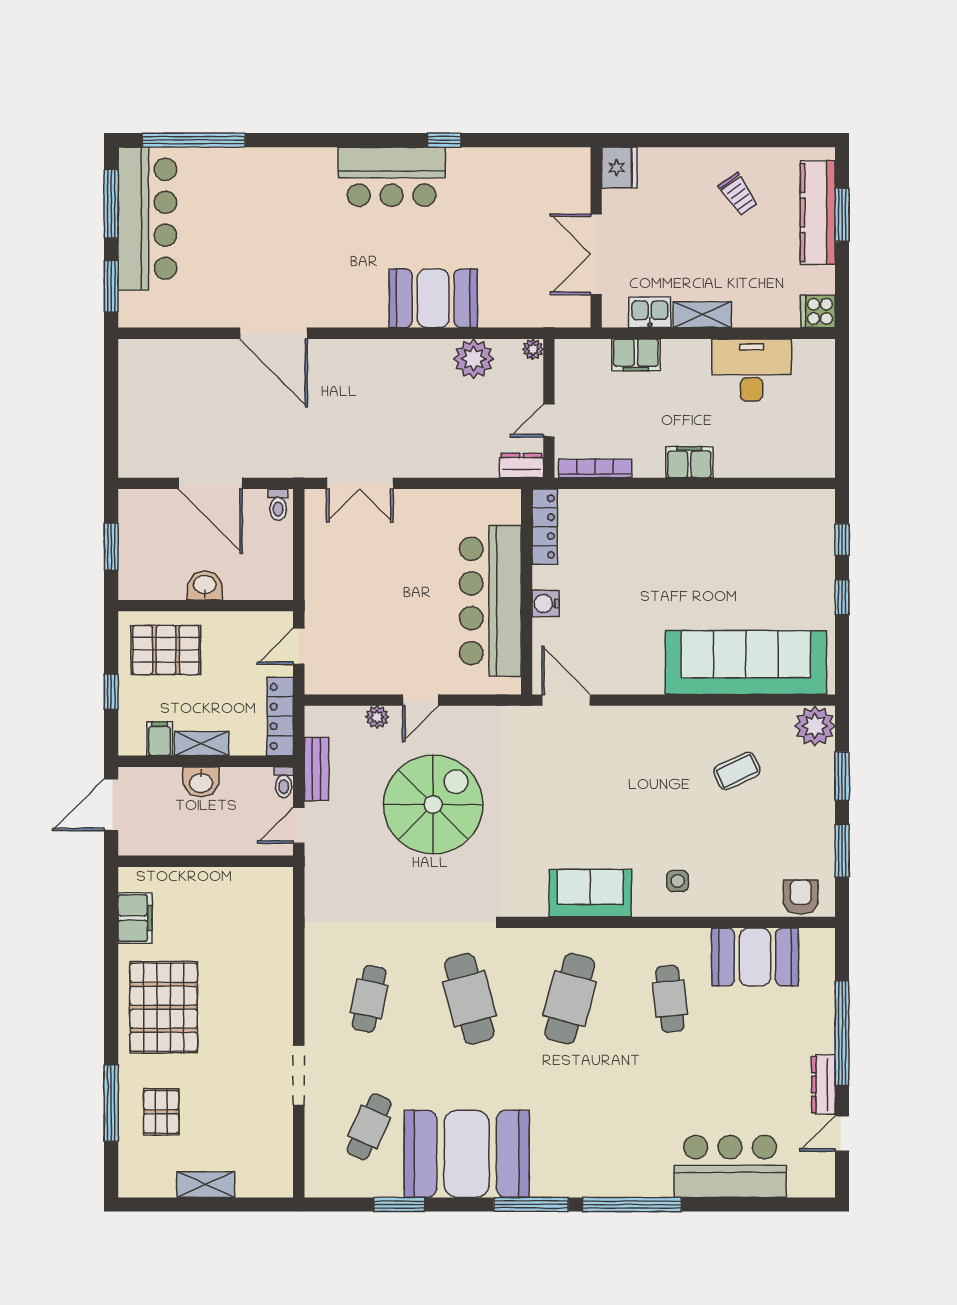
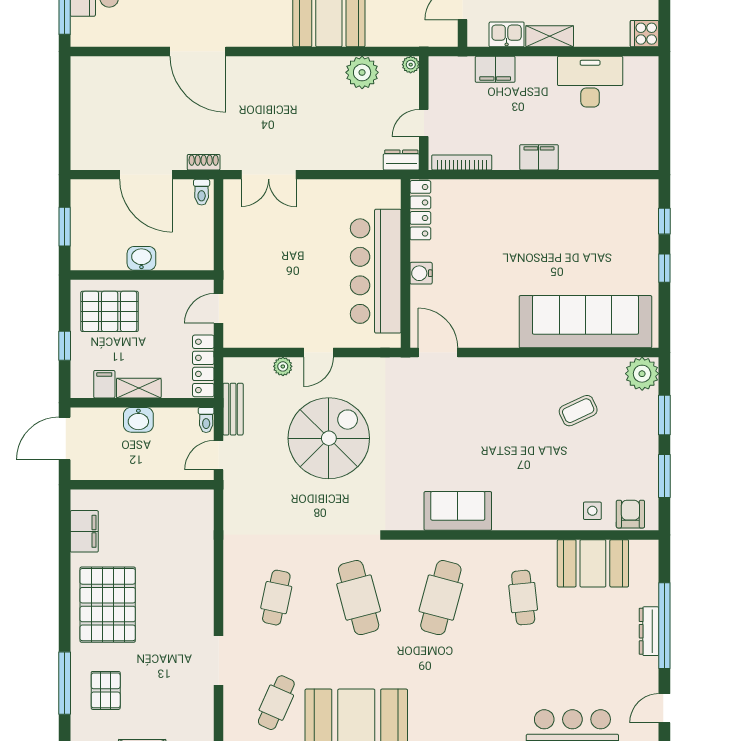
shoe rack: (281, 468) -> (204, 162), added
side table: (678, 881) -> (592, 511), moved
dresser: (823, 1084) -> (649, 631), moved

